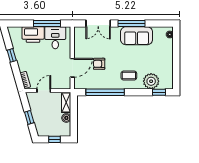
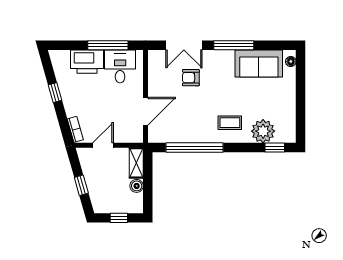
sofa: (137, 36) -> (259, 63), moved
armchair: (99, 64) -> (191, 78), moved

